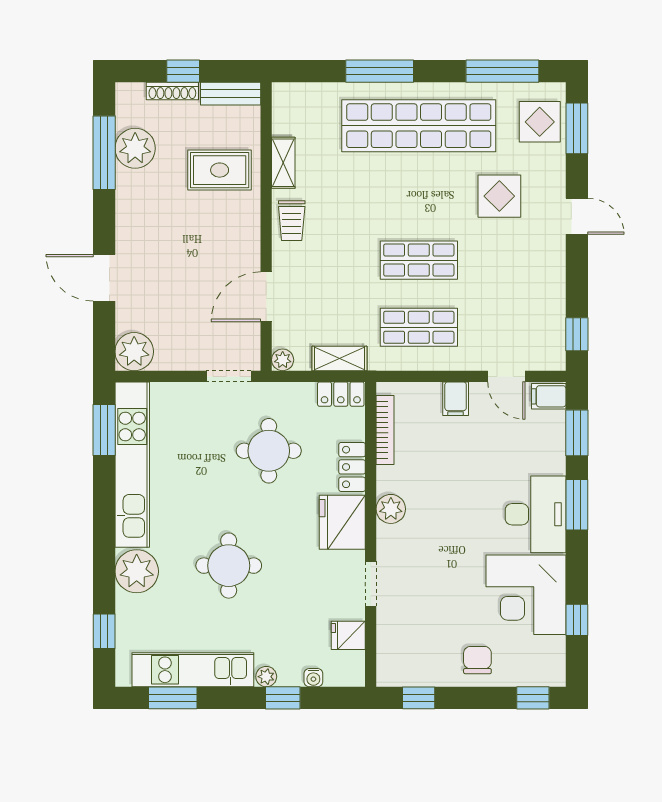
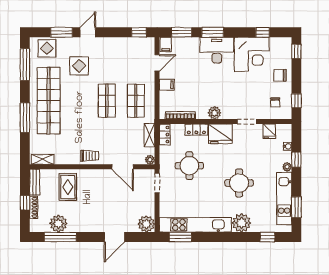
window: (577, 128) -> (62, 32), moved
shelving: (283, 163) -> (43, 159), moved
chair: (415, 649) -> (275, 102), added

